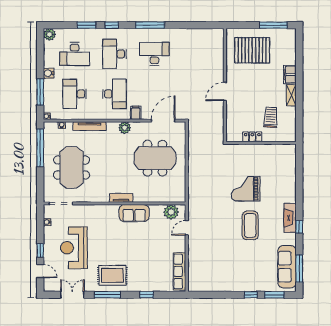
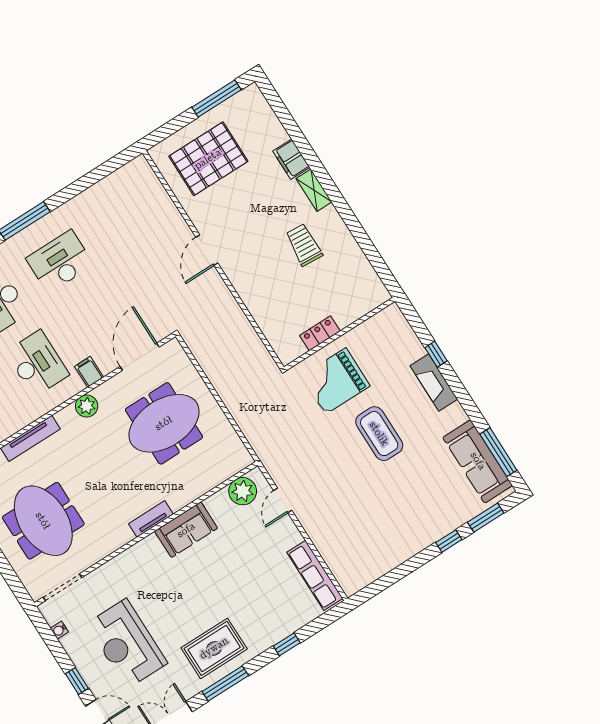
locker: (252, 137) -> (320, 333), moved
wall: (261, 143) -> (339, 334), moved
window: (299, 227) -> (436, 354), moved

